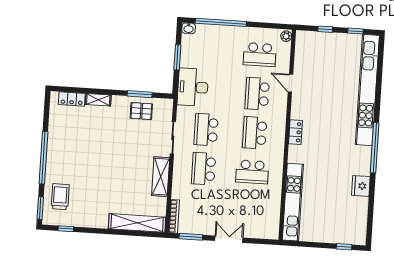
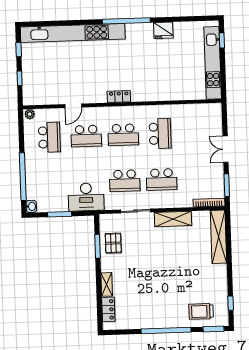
kitchen unit: (293, 202) -> (213, 63), moved, turned -90

